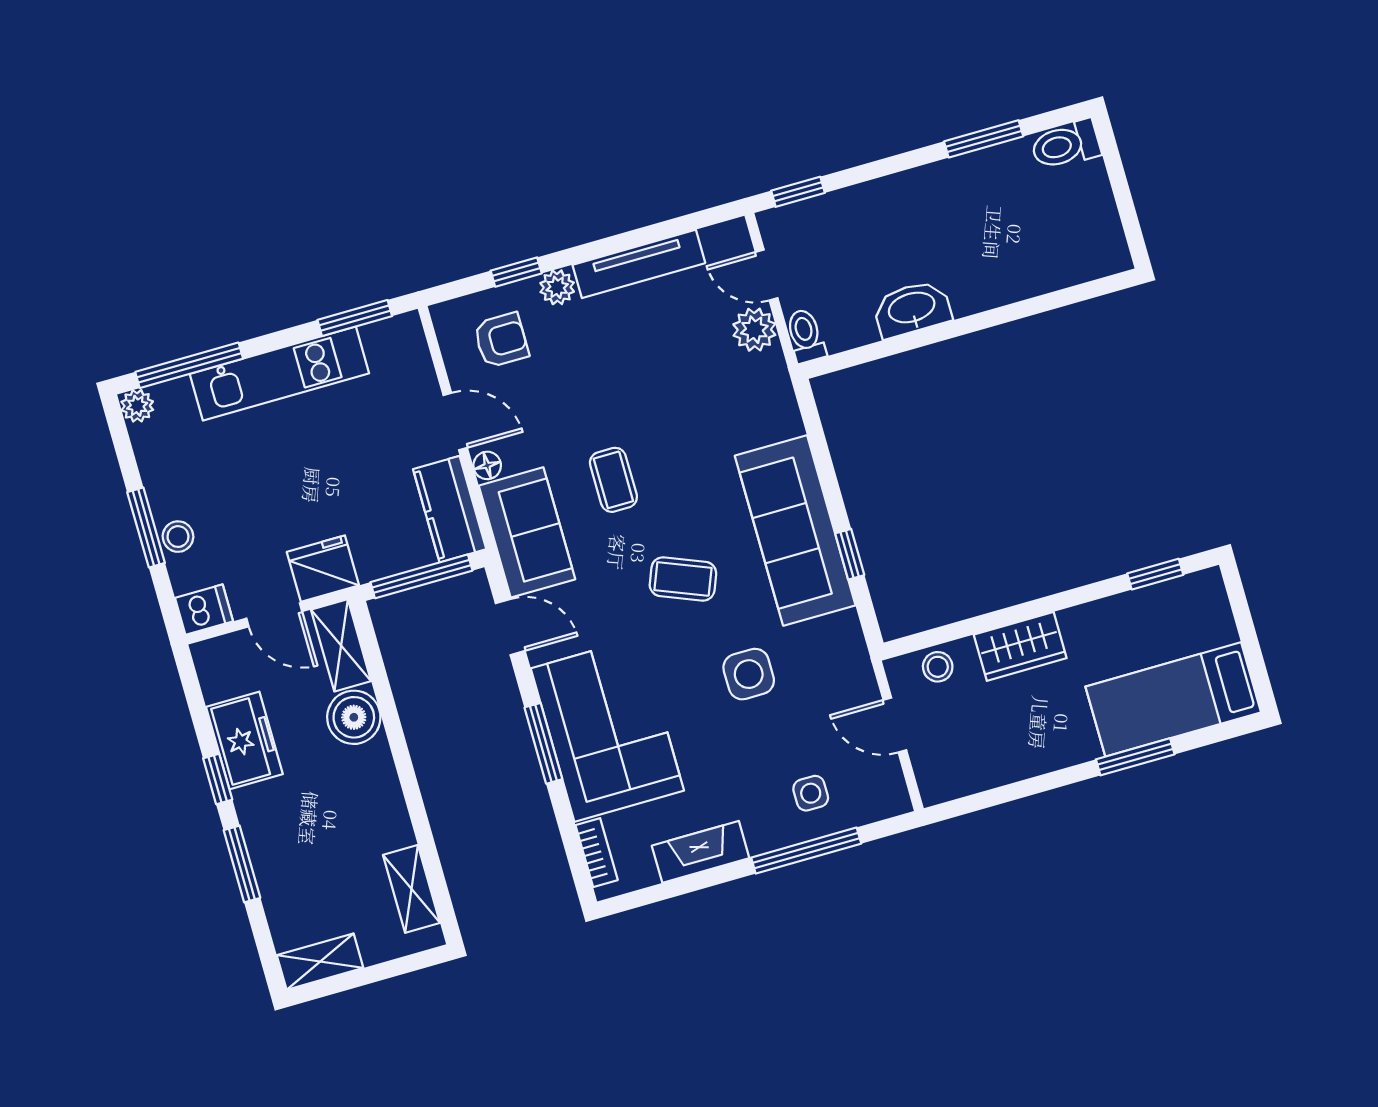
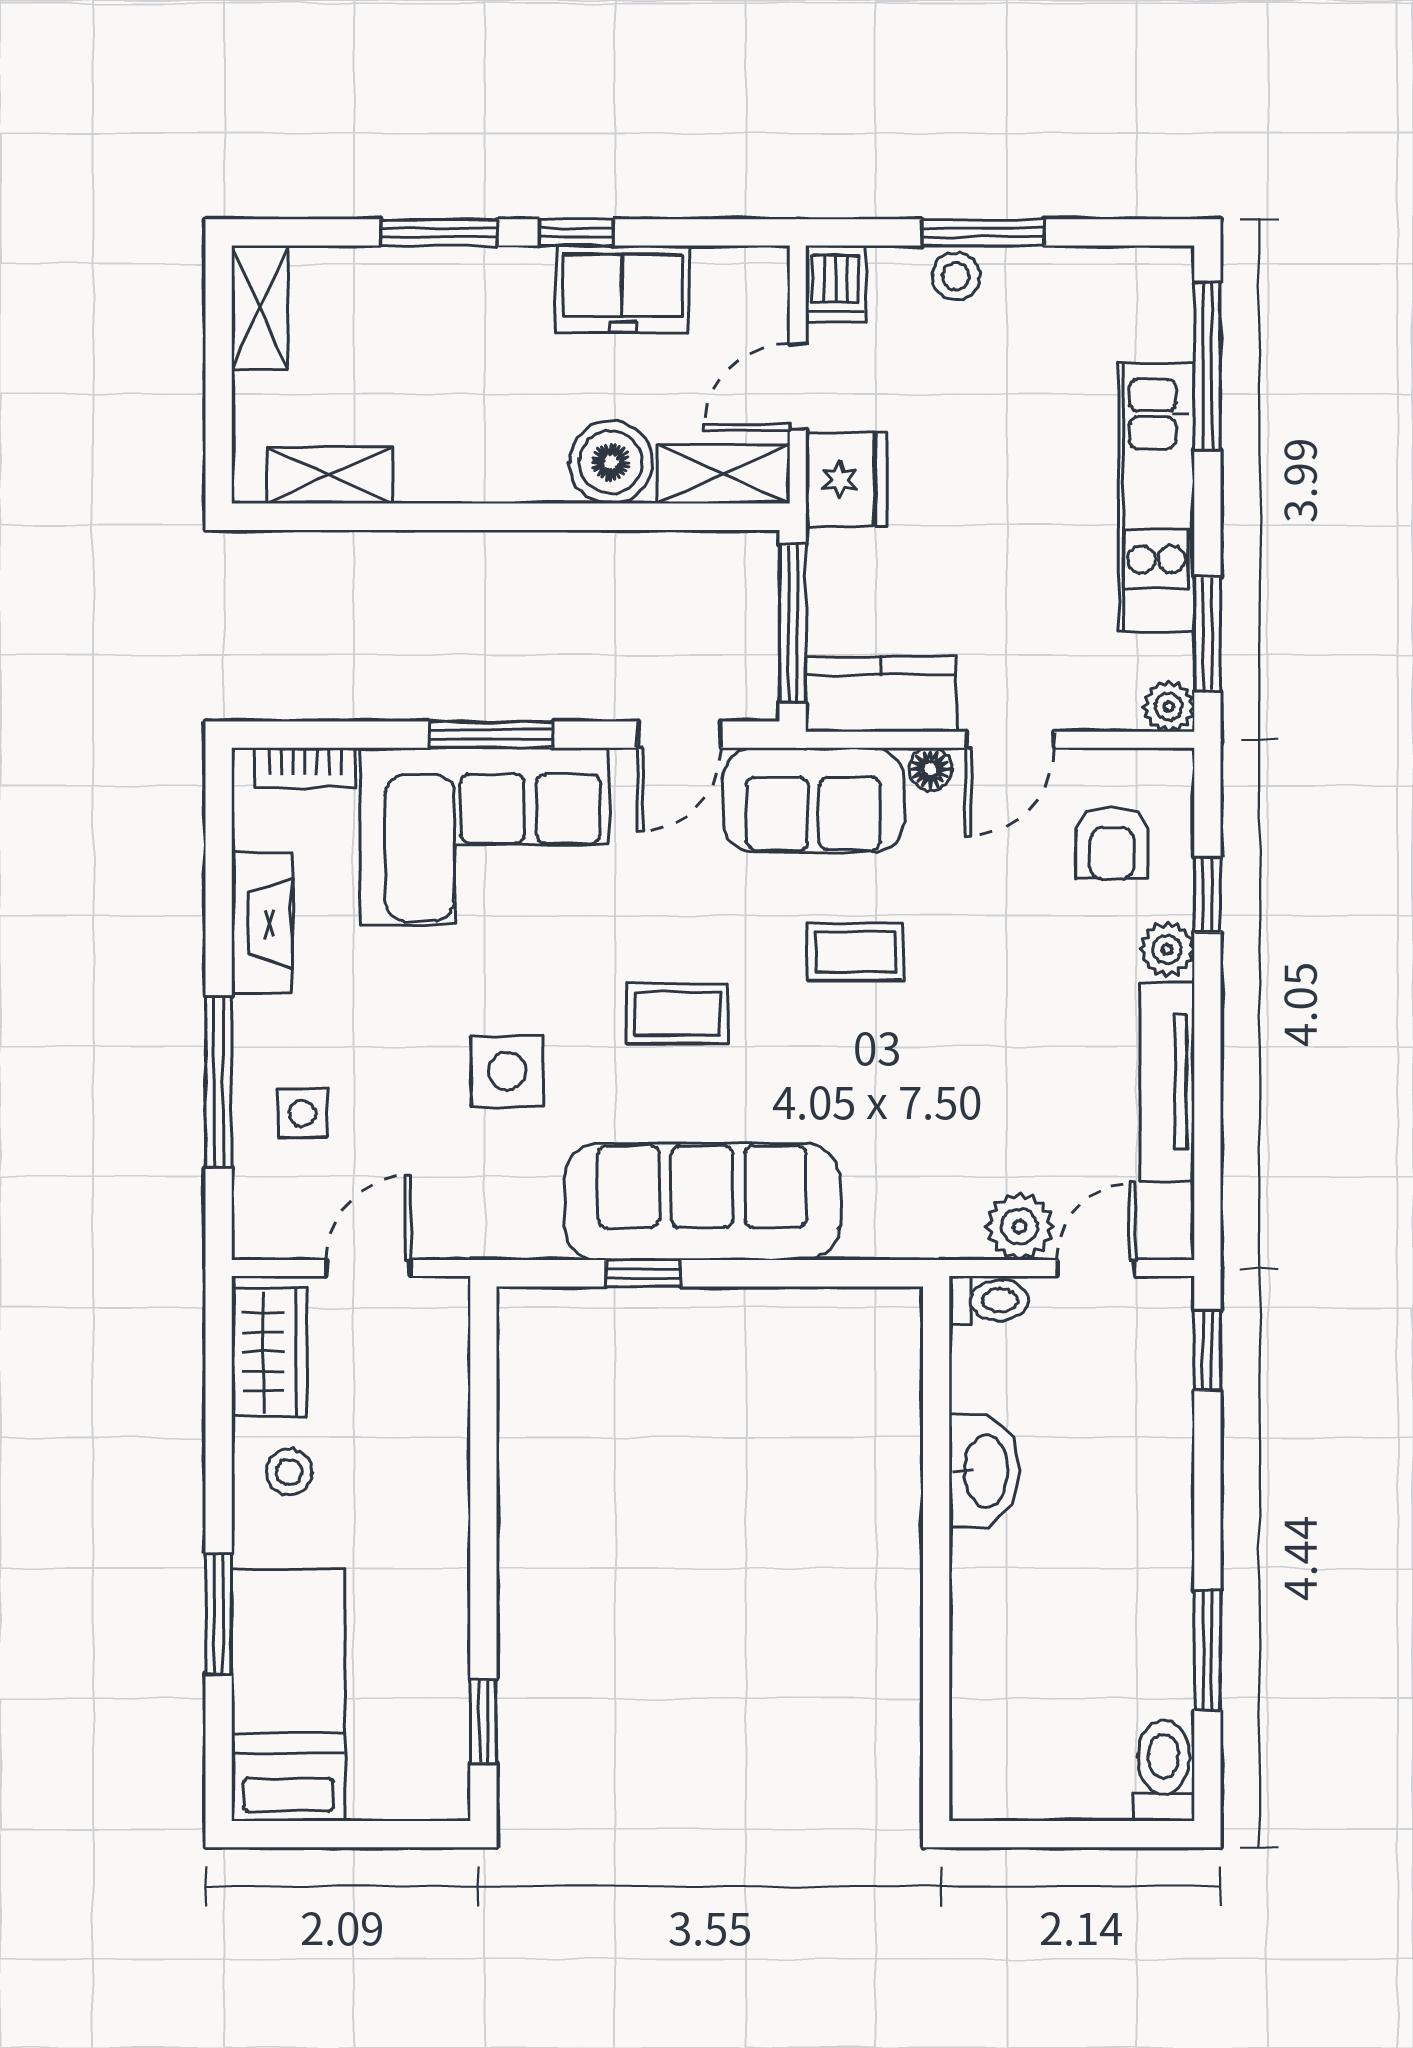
plant: (137, 406) -> (1169, 706), moved
coffee table: (683, 579) -> (677, 1013), turned 68
wardrobe: (1020, 646) -> (269, 1352), moved, turned 180
stool: (938, 667) -> (289, 1472), moved

